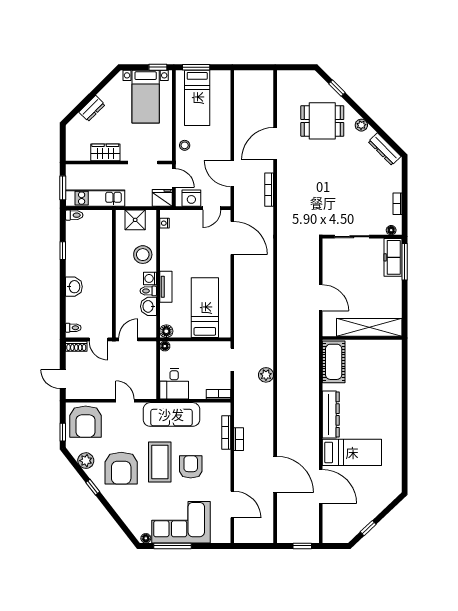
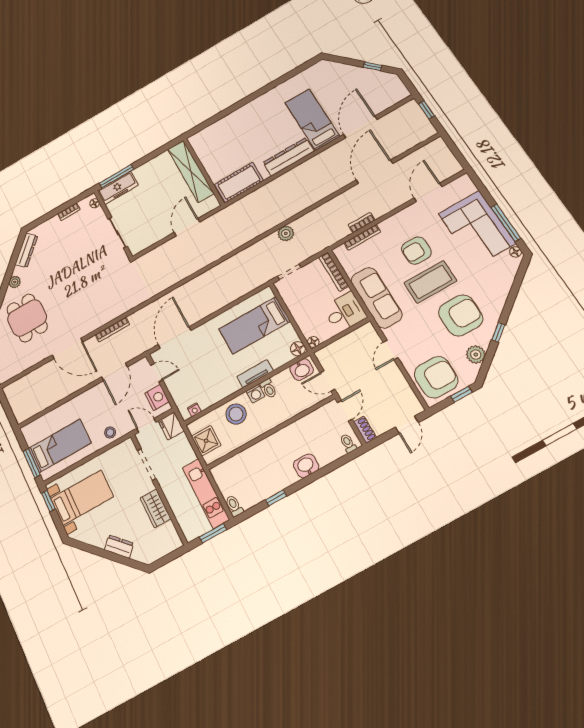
door: (174, 178) -> (146, 425), hinge flipped
washbasin: (148, 306) -> (302, 370), moved
bookcase: (218, 394) -> (334, 272), width x1.56

